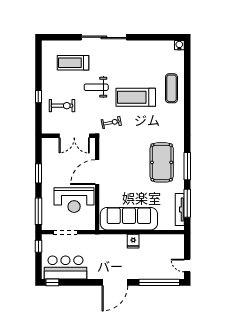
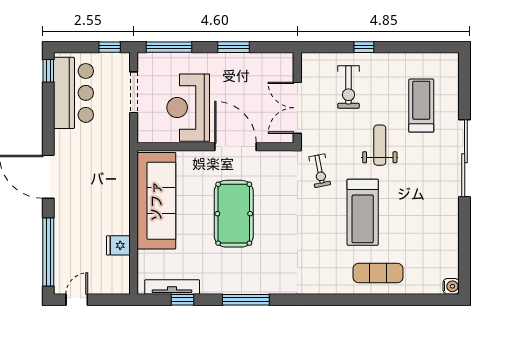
treadmill: (136, 97) -> (363, 212), turned 180
pool table: (162, 162) -> (234, 214), moved, turned 90
window: (187, 203) -> (183, 300), width x0.46
fridge: (133, 241) -> (118, 245), moved

